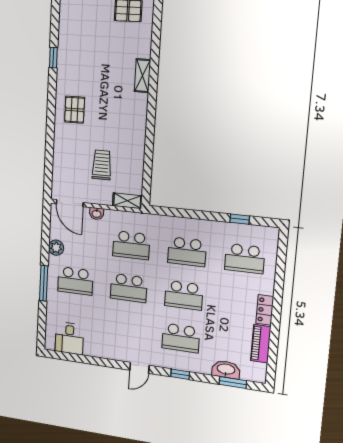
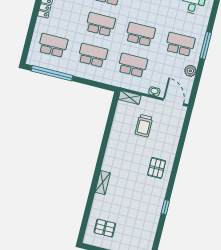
window: (240, 219) -> (52, 73), width x3.17

